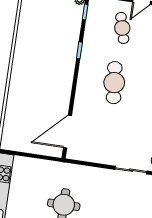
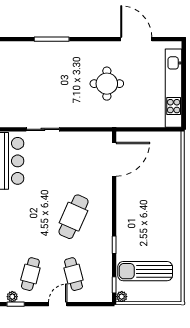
sun lounger: (54, 21) -> (145, 271), added
cafe table: (114, 83) -> (74, 217), turned 30

